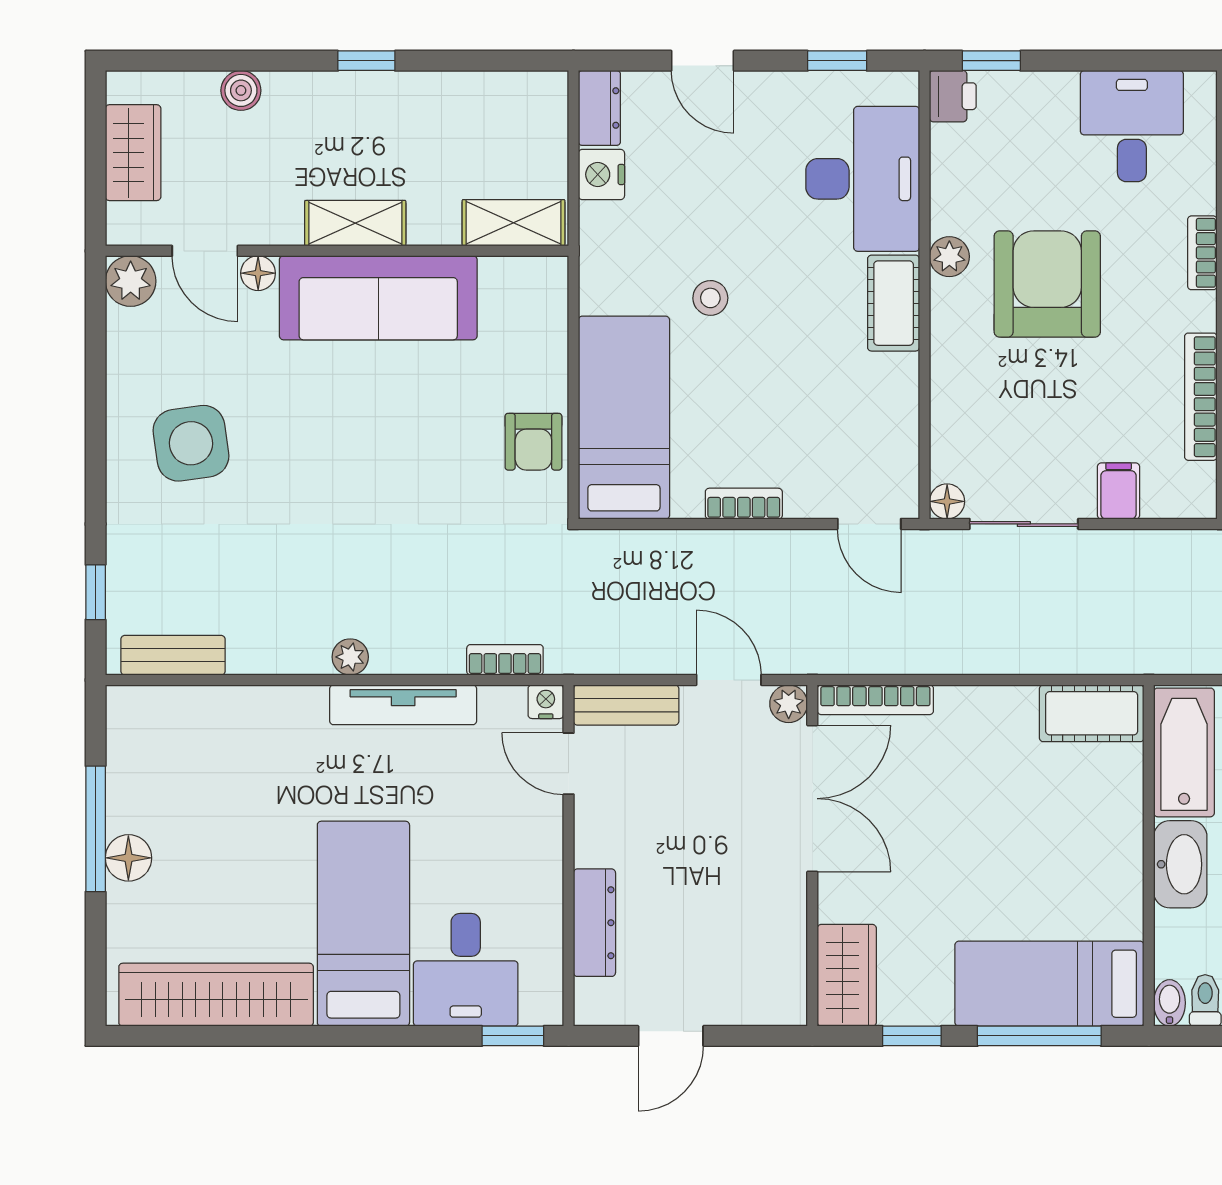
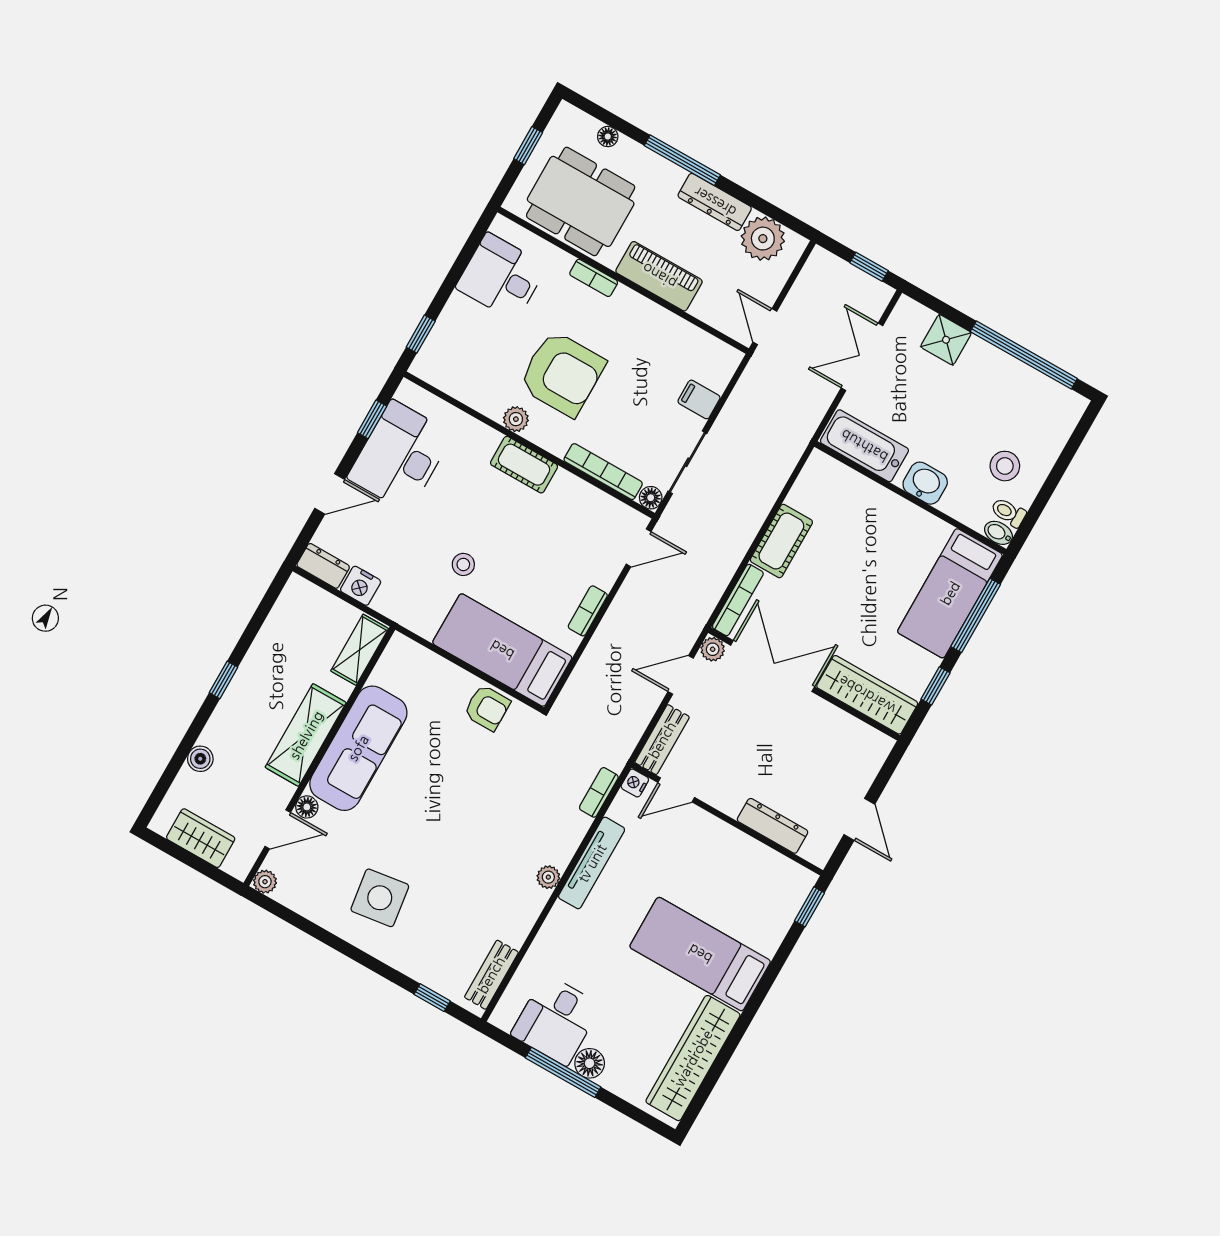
printer: (953, 96) -> (428, 367), removed
desk: (863, 179) -> (400, 456), moved, turned -90
shelving: (355, 223) -> (306, 735), width x1.50, depth x1.33
plant: (131, 281) -> (265, 882), width x0.73, depth x0.73
armchair: (1047, 284) -> (562, 374), turned 180
bookcase: (1201, 397) -> (603, 472), moved, turned 180
cot: (1092, 713) -> (781, 541), moved
washbasin: (1180, 864) -> (925, 483), width x0.72
desk: (466, 970) -> (556, 1020), moved, turned 90
wardrobe: (847, 975) -> (867, 695), width x1.50

